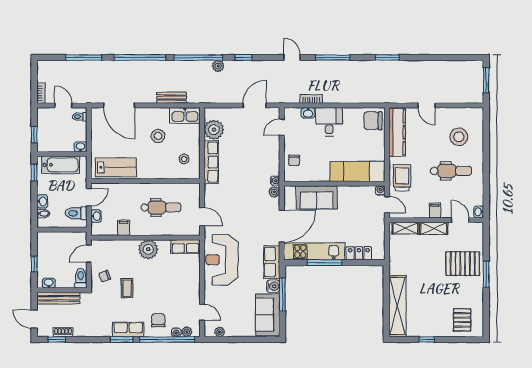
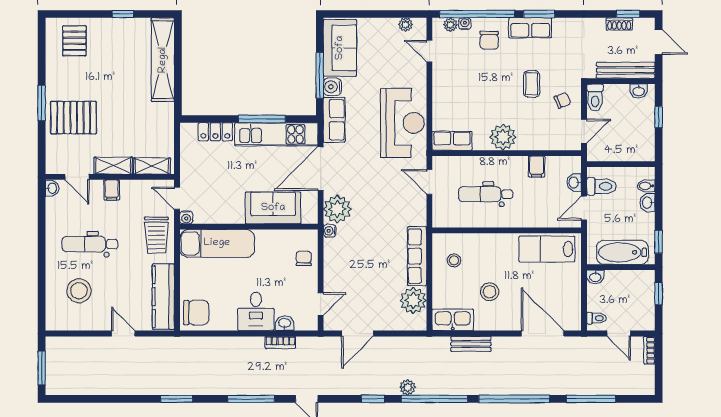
plant: (274, 192) -> (337, 209), width x1.88, depth x1.88

